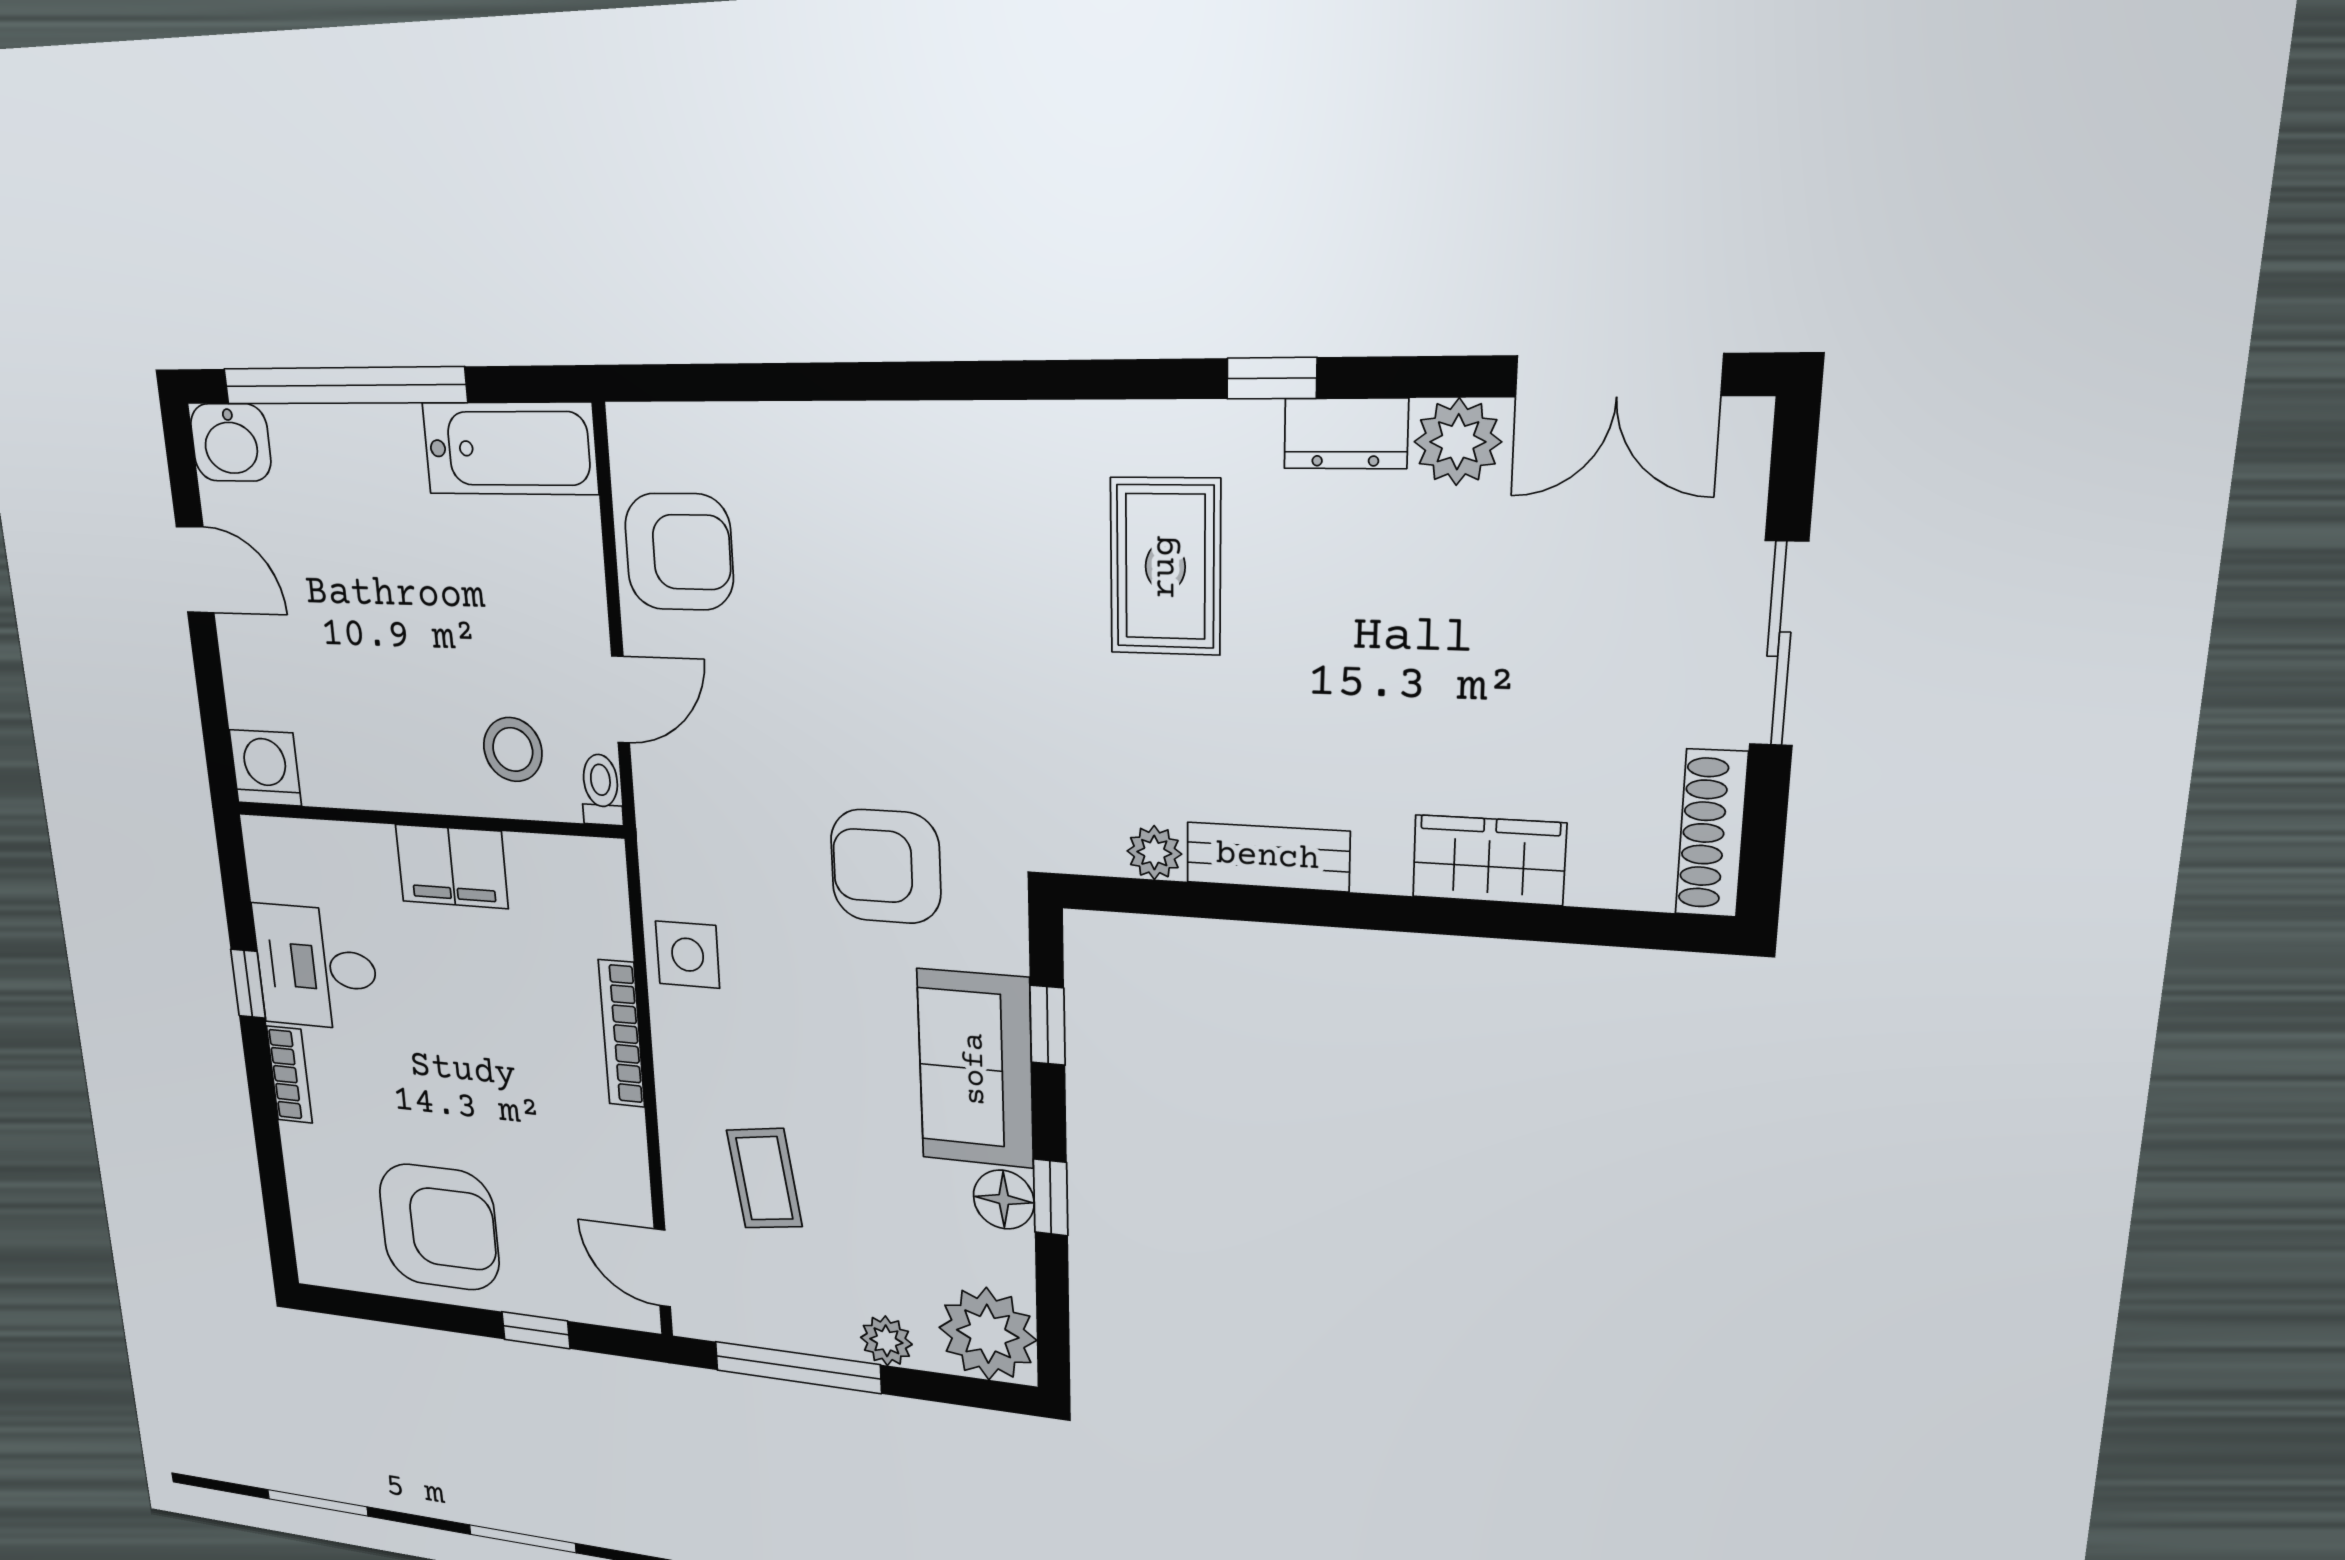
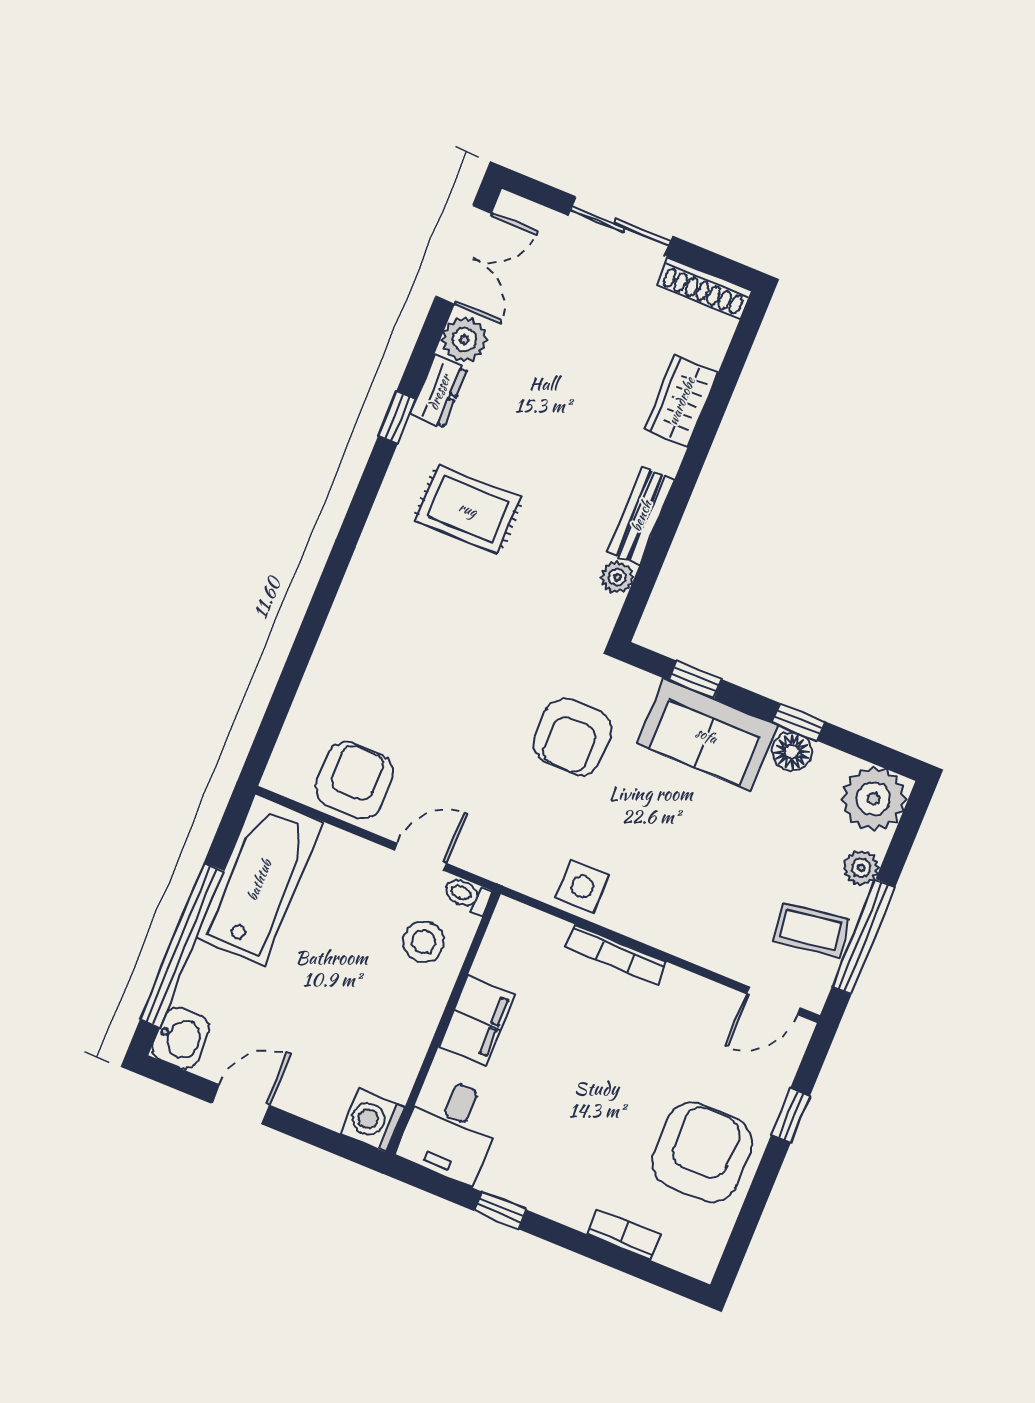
bathtub: (510, 448) -> (259, 880), width x1.36, depth x1.36
door: (621, 700) -> (421, 857), hinge flipped
desk: (316, 967) -> (450, 1129), moved
bookcase: (289, 1075) -> (624, 1235), moved
coffee table: (764, 1178) -> (811, 930), moved

